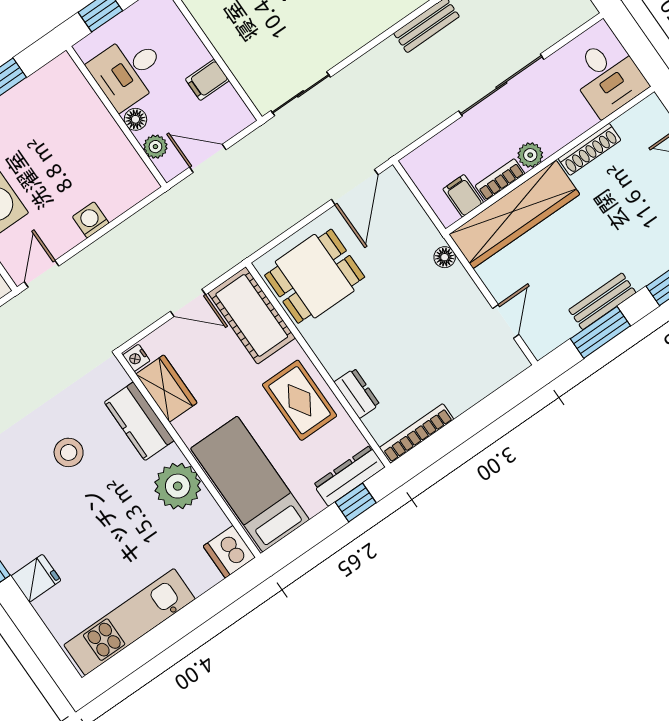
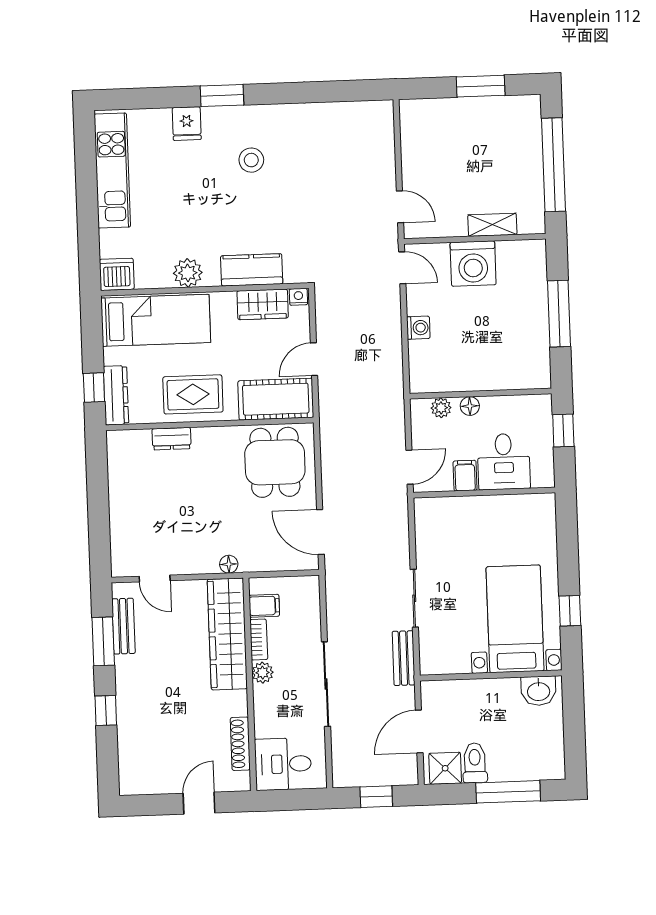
desk: (128, 71) -> (504, 462), moved, turned 180
sliding door: (301, 94) -> (414, 598), moved
shoe rack: (590, 149) -> (240, 744), moved
door: (208, 158) -> (410, 467), moved
bench: (602, 301) -> (123, 626), moved
bookcase: (417, 433) -> (115, 463), removed
stool: (69, 452) -> (251, 160), moved
plant: (178, 486) -> (188, 273), width x0.73, depth x0.73

